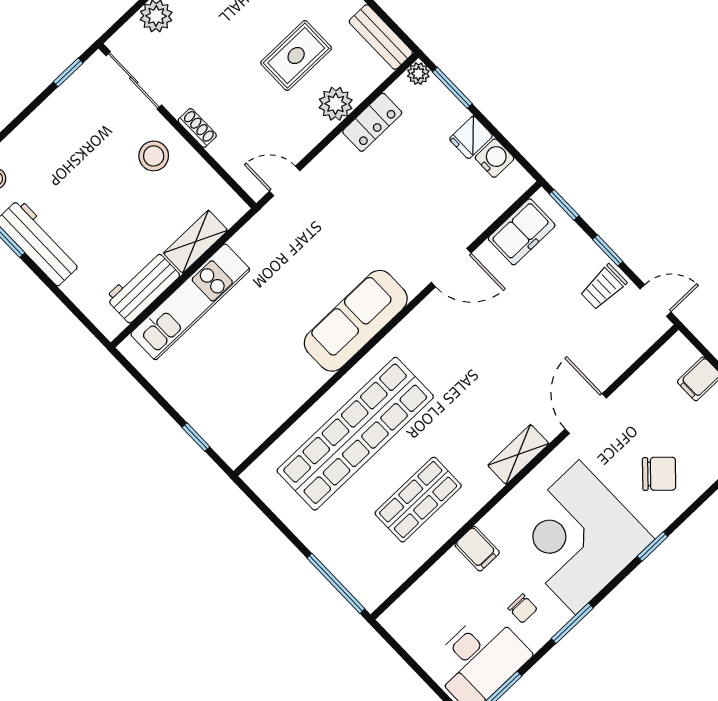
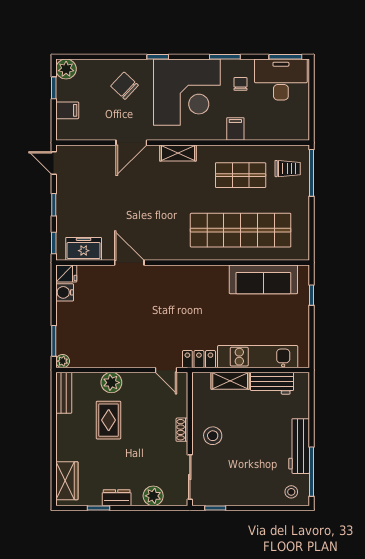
rug: (296, 56) -> (109, 420), turned 90
locker: (372, 122) -> (199, 359), moved
fridge: (471, 137) -> (66, 273), moved
trolley: (603, 287) -> (288, 169), moved
sofa: (356, 321) -> (263, 279), moved

